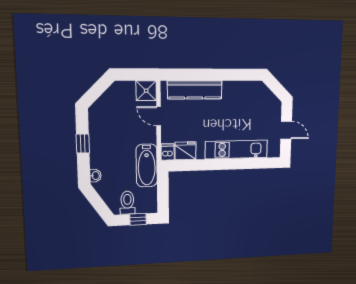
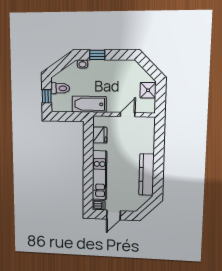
kitchen counter: (195, 90) -> (146, 175), moved
shower: (146, 91) -> (148, 90), moved
window: (83, 143) -> (97, 55), moved
dishwasher: (168, 152) -> (99, 205), moved

